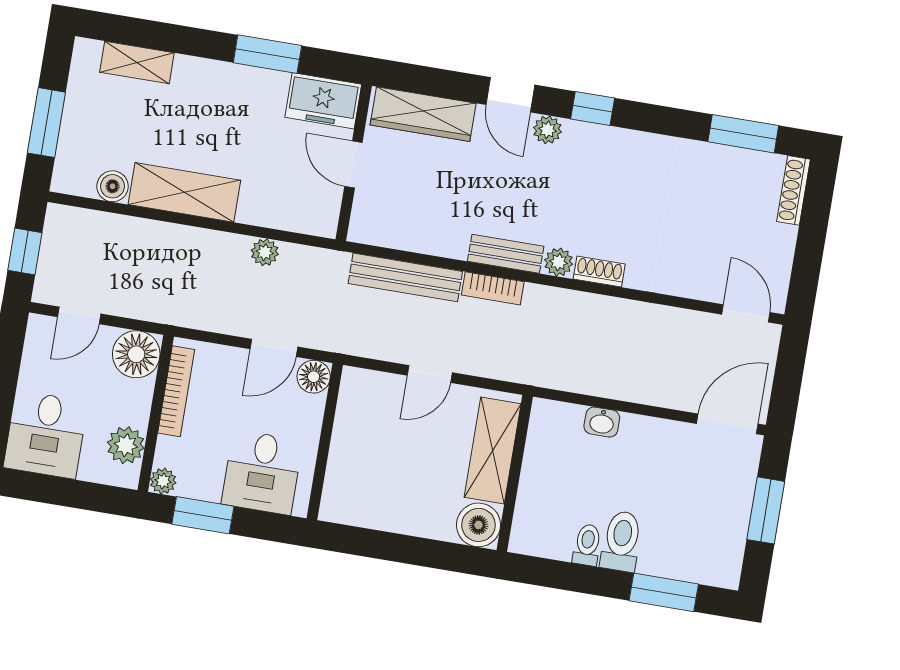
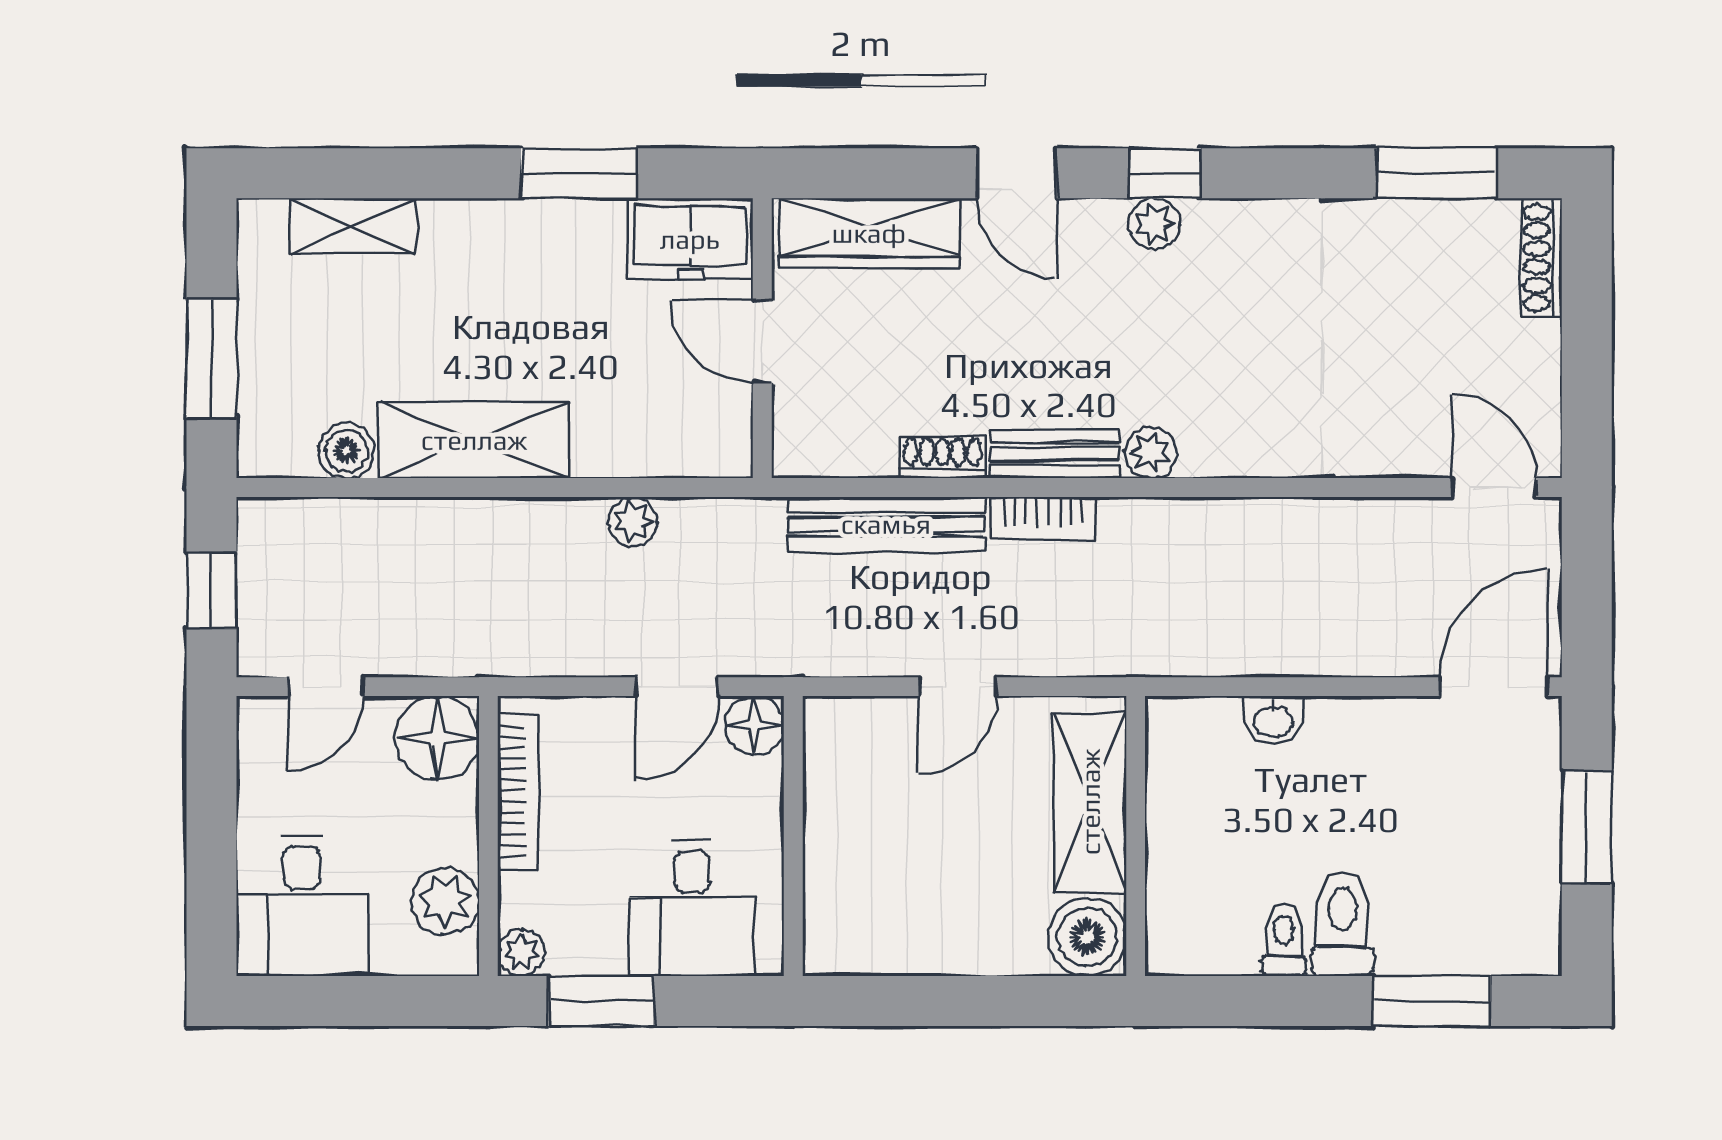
plant: (547, 130) -> (1154, 224), moved
shoe rack: (599, 271) -> (942, 457), moved

